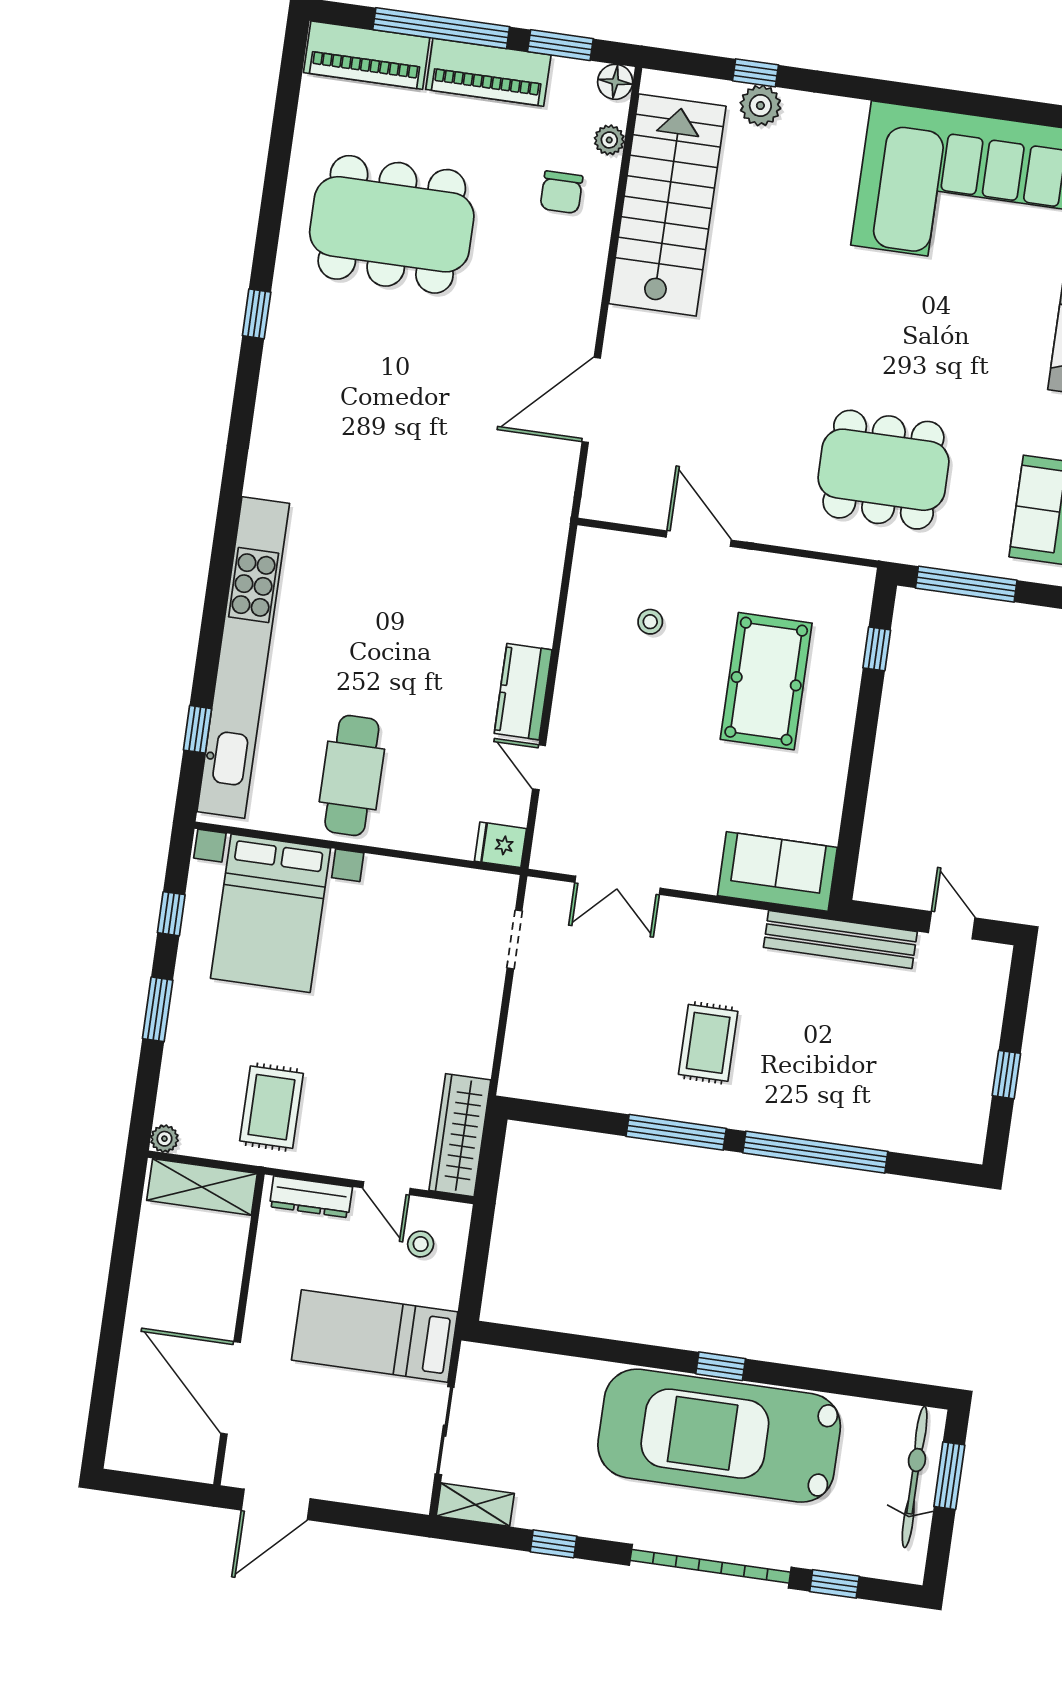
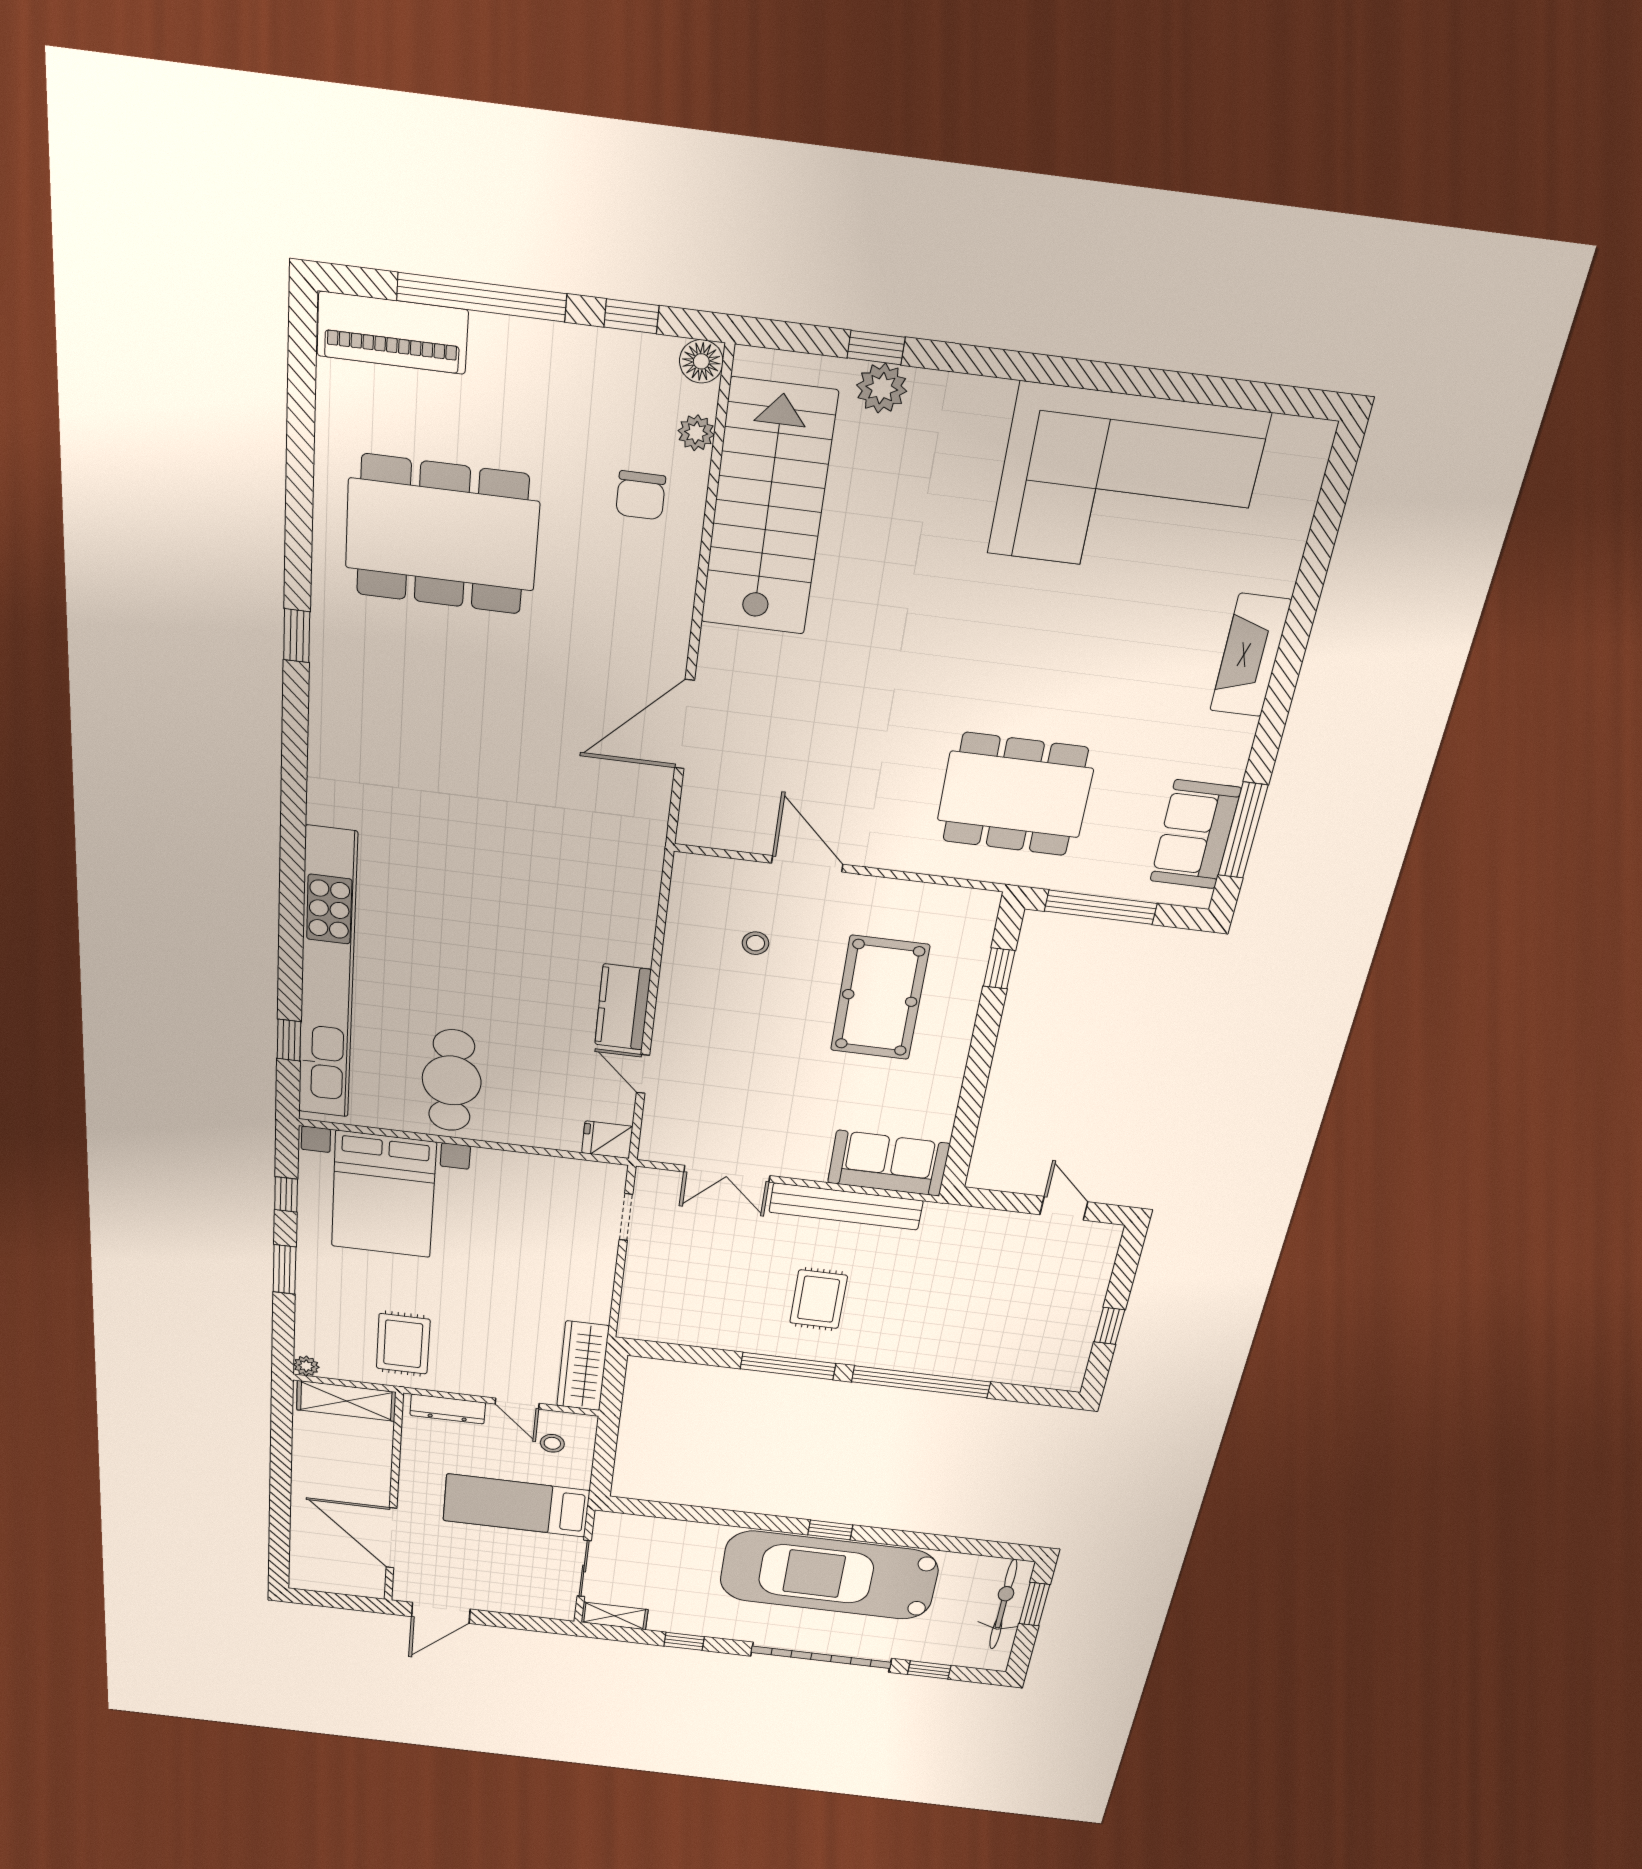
window: (560, 45) -> (631, 316), width x0.67
piano: (488, 72) -> (544, 352), removed
bench: (840, 940) -> (846, 1206), moved

